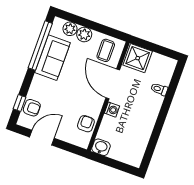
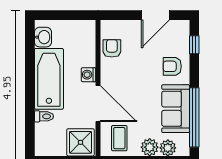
armchair: (32, 108) -> (172, 66), moved
bathtub: (145, 118) -> (49, 79), added
armchair: (86, 124) -> (112, 48), turned 180
washbasin: (101, 147) -> (43, 37), moved, turned -90

